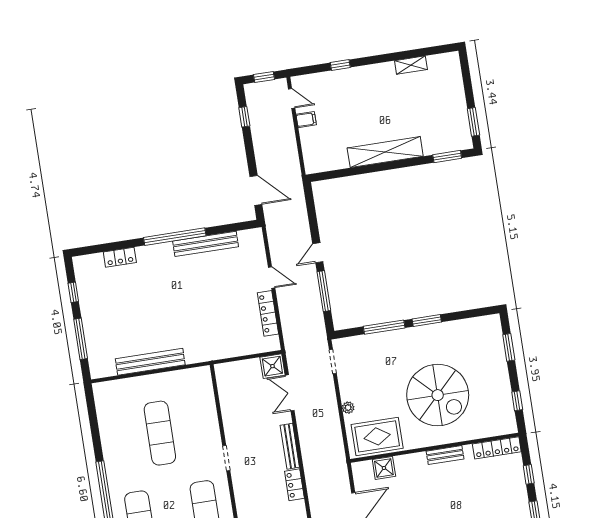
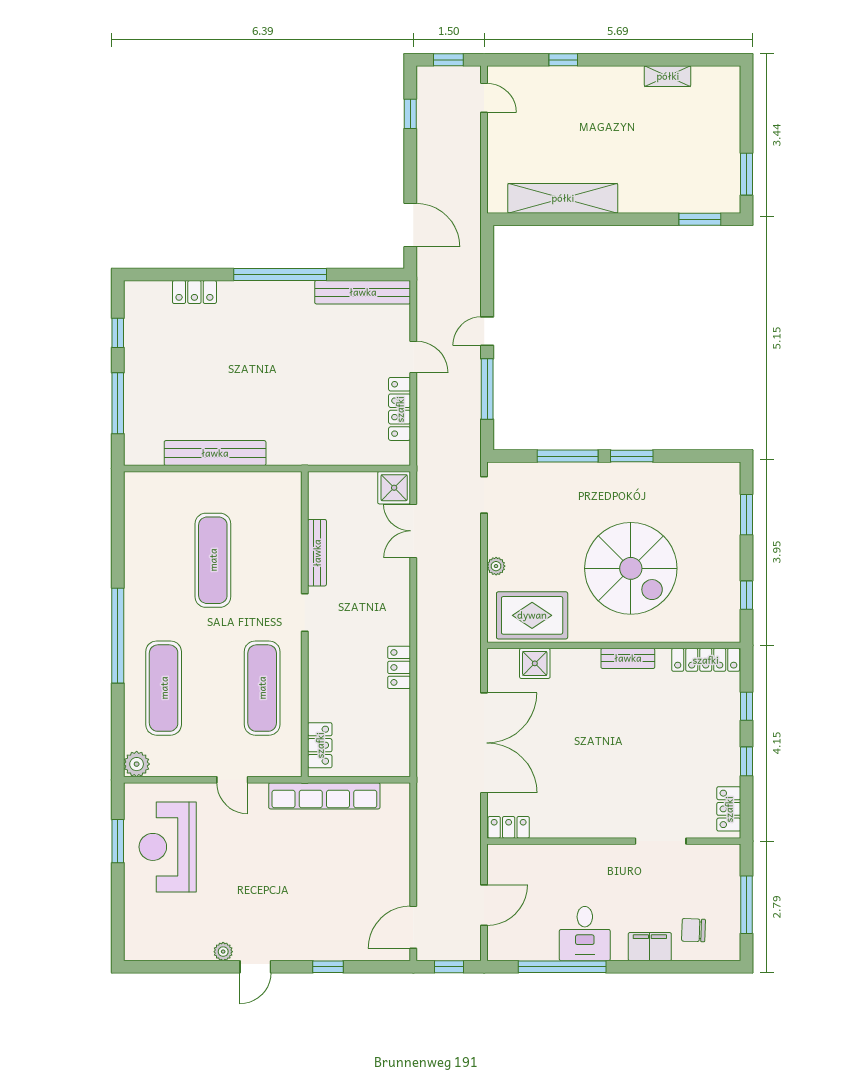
filing cabinet: (306, 120) -> (501, 132), removed
shelving: (385, 152) -> (563, 198), moved
bench: (206, 244) -> (363, 292), moved
bench: (290, 446) -> (317, 553), moved

